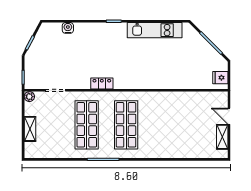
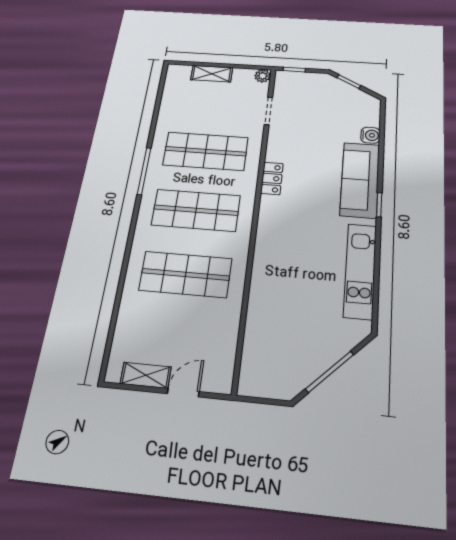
sofa: (98, 33) -> (360, 180), added
fridge: (220, 78) -> (260, 383), removed
shop shelf: (165, 125) -> (185, 274), added

